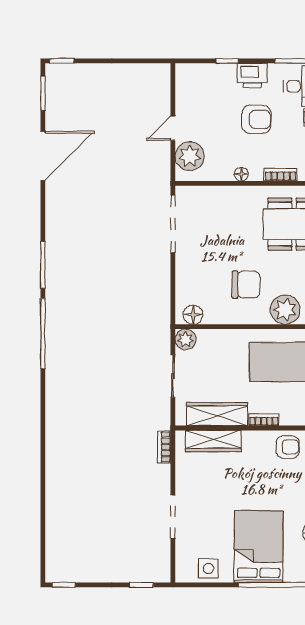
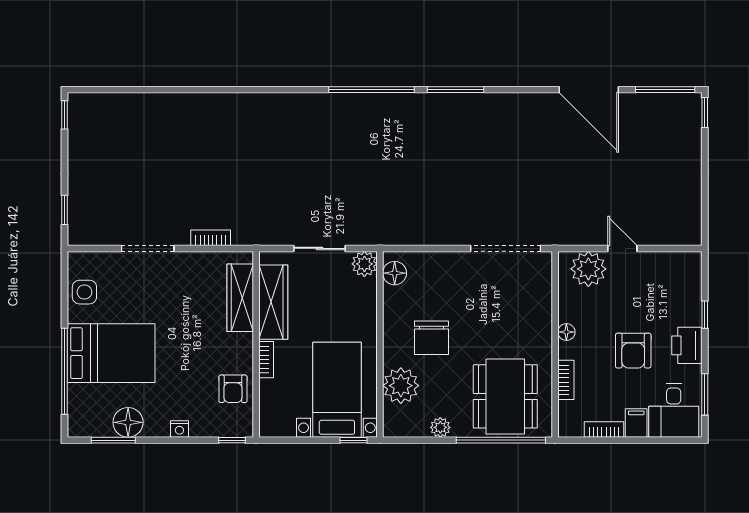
window: (43, 93) -> (665, 90), width x1.44
bookcase: (164, 447) -> (211, 238), moved

